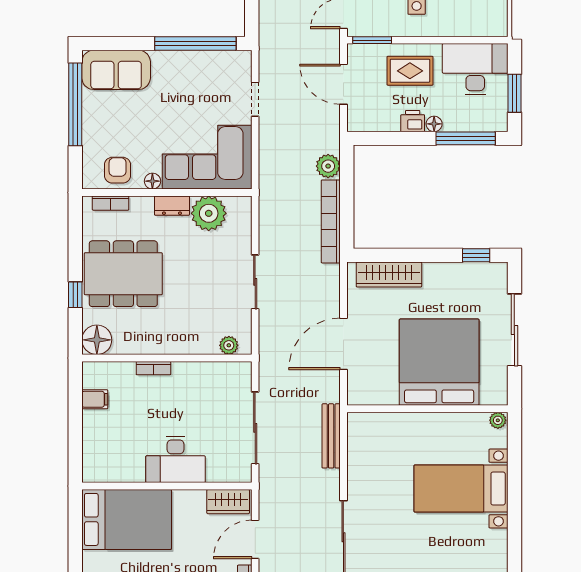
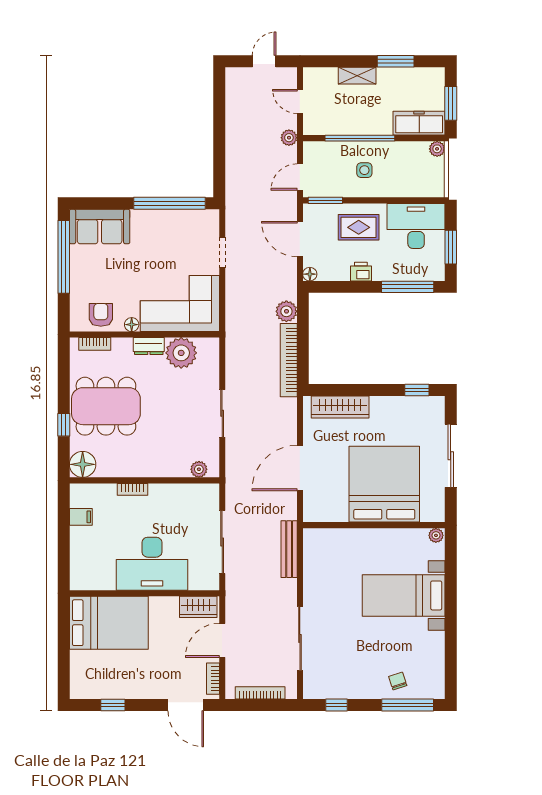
floor lamp: (434, 124) -> (310, 274), moved
desk: (175, 459) -> (152, 564), width x1.36, depth x1.30

